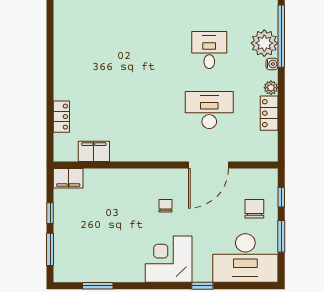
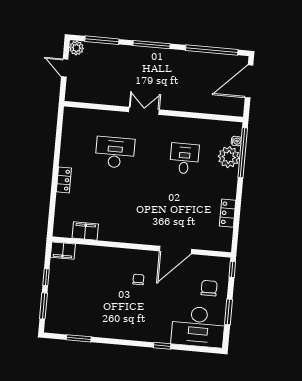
water cooler: (272, 64) -> (236, 141), moved
plant: (271, 88) -> (231, 193), removed
desk: (209, 110) -> (115, 152), moved
locker: (61, 117) -> (64, 180), moved
window: (281, 197) -> (232, 269), moved
corner desk: (169, 259) -> (137, 322), removed

